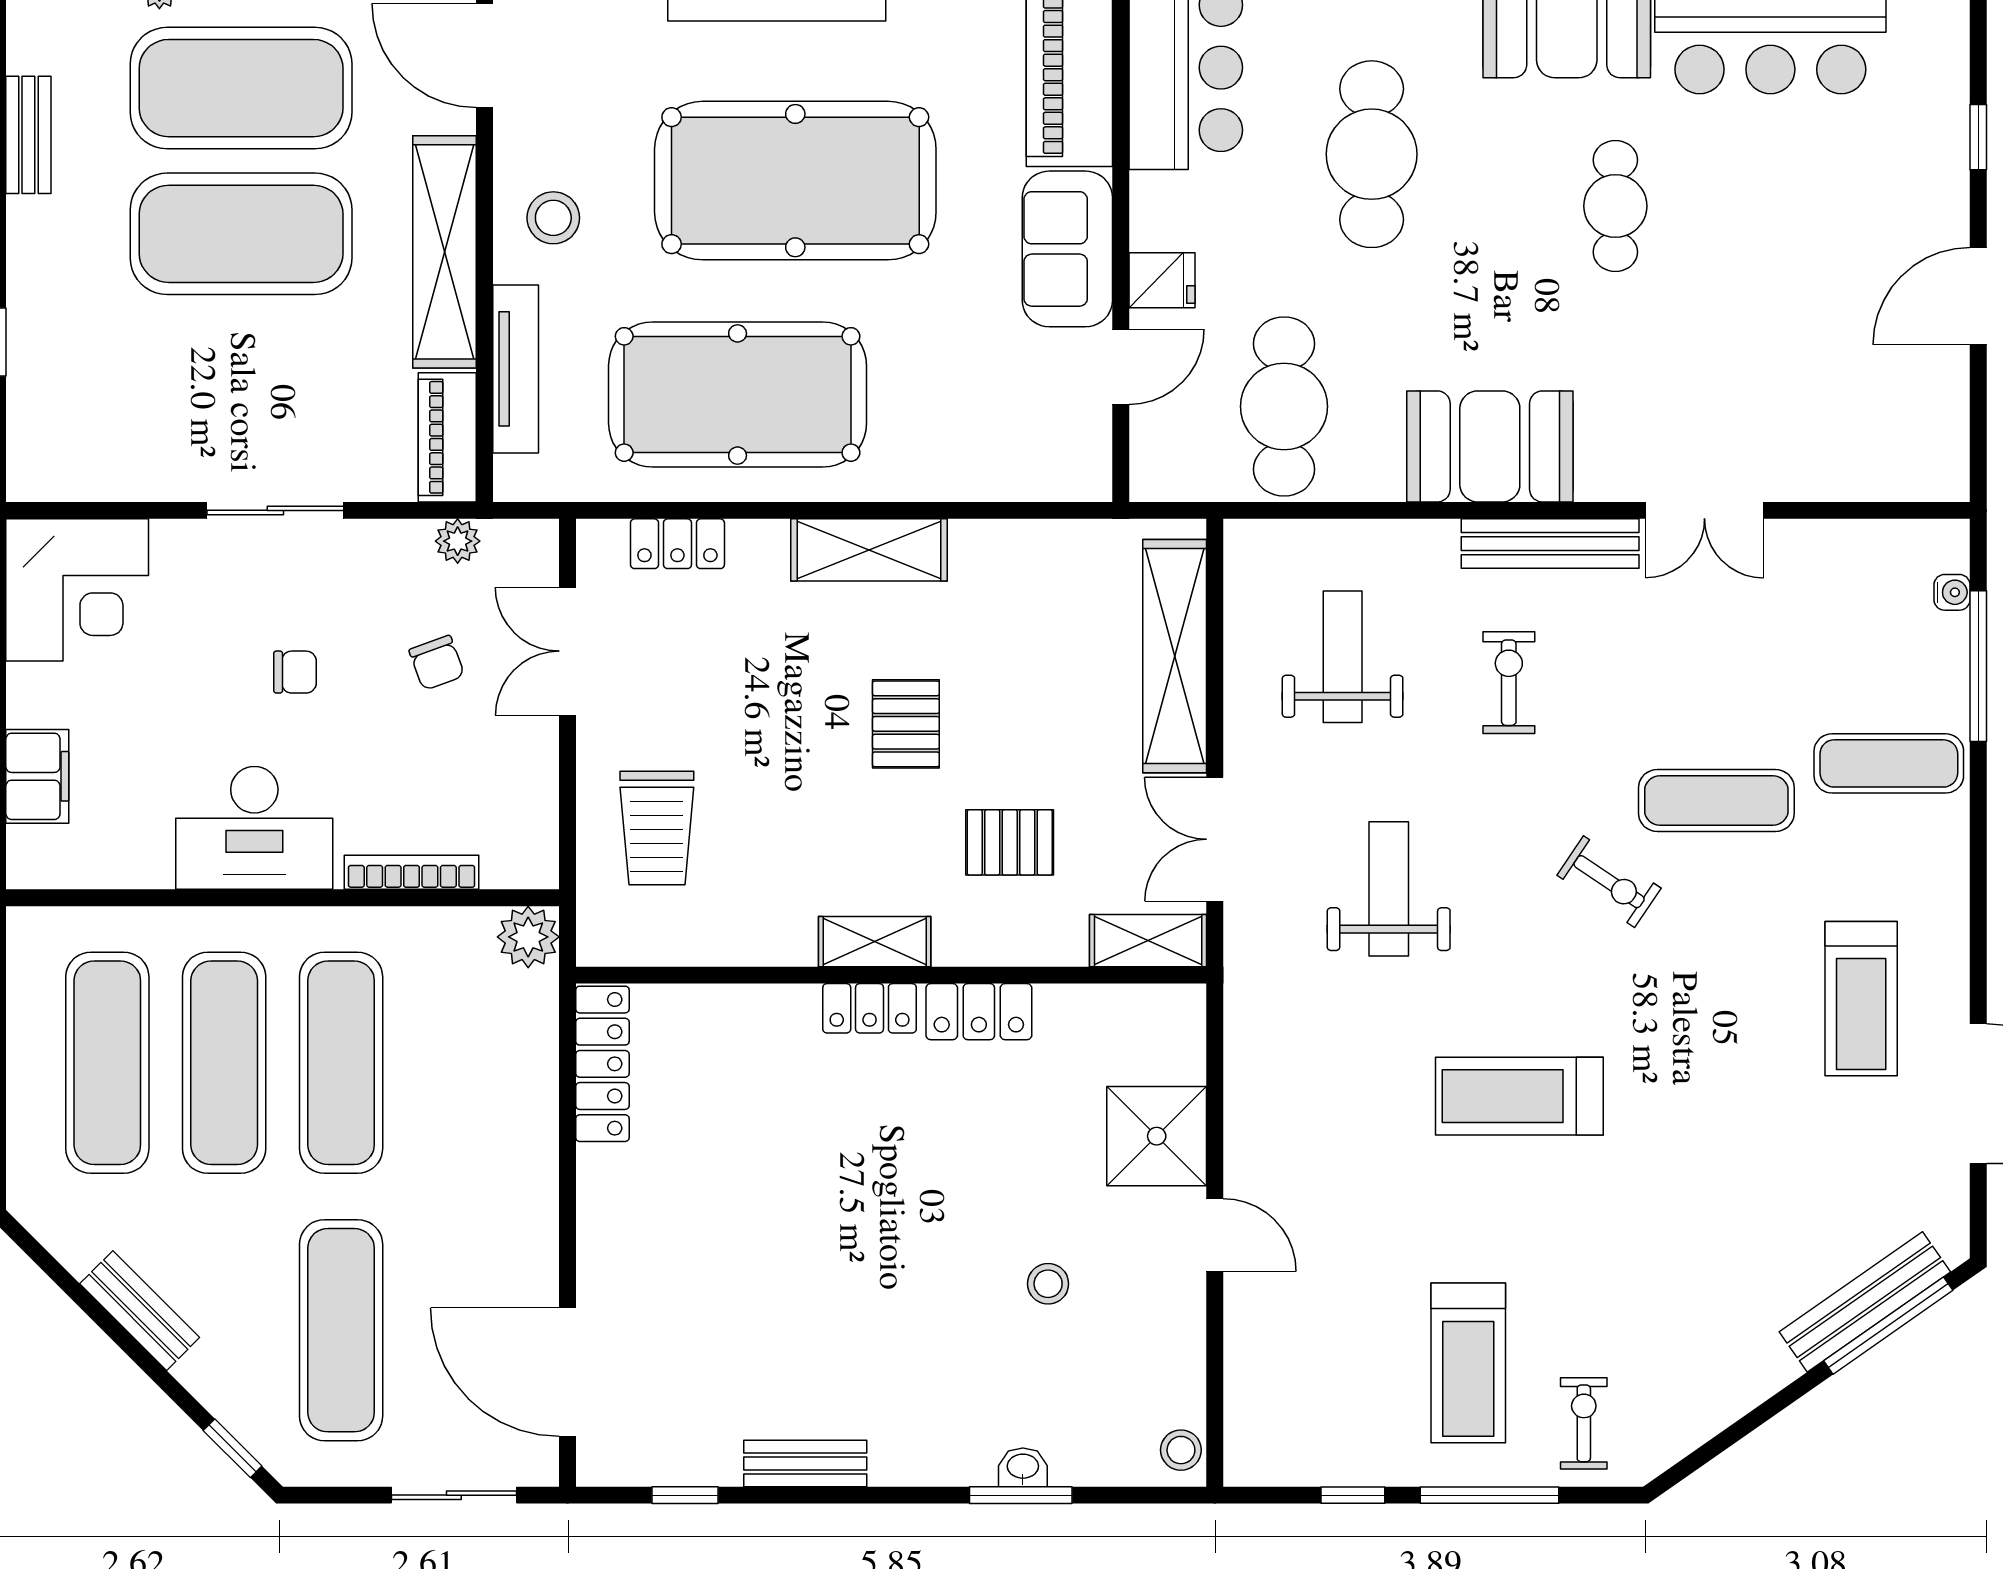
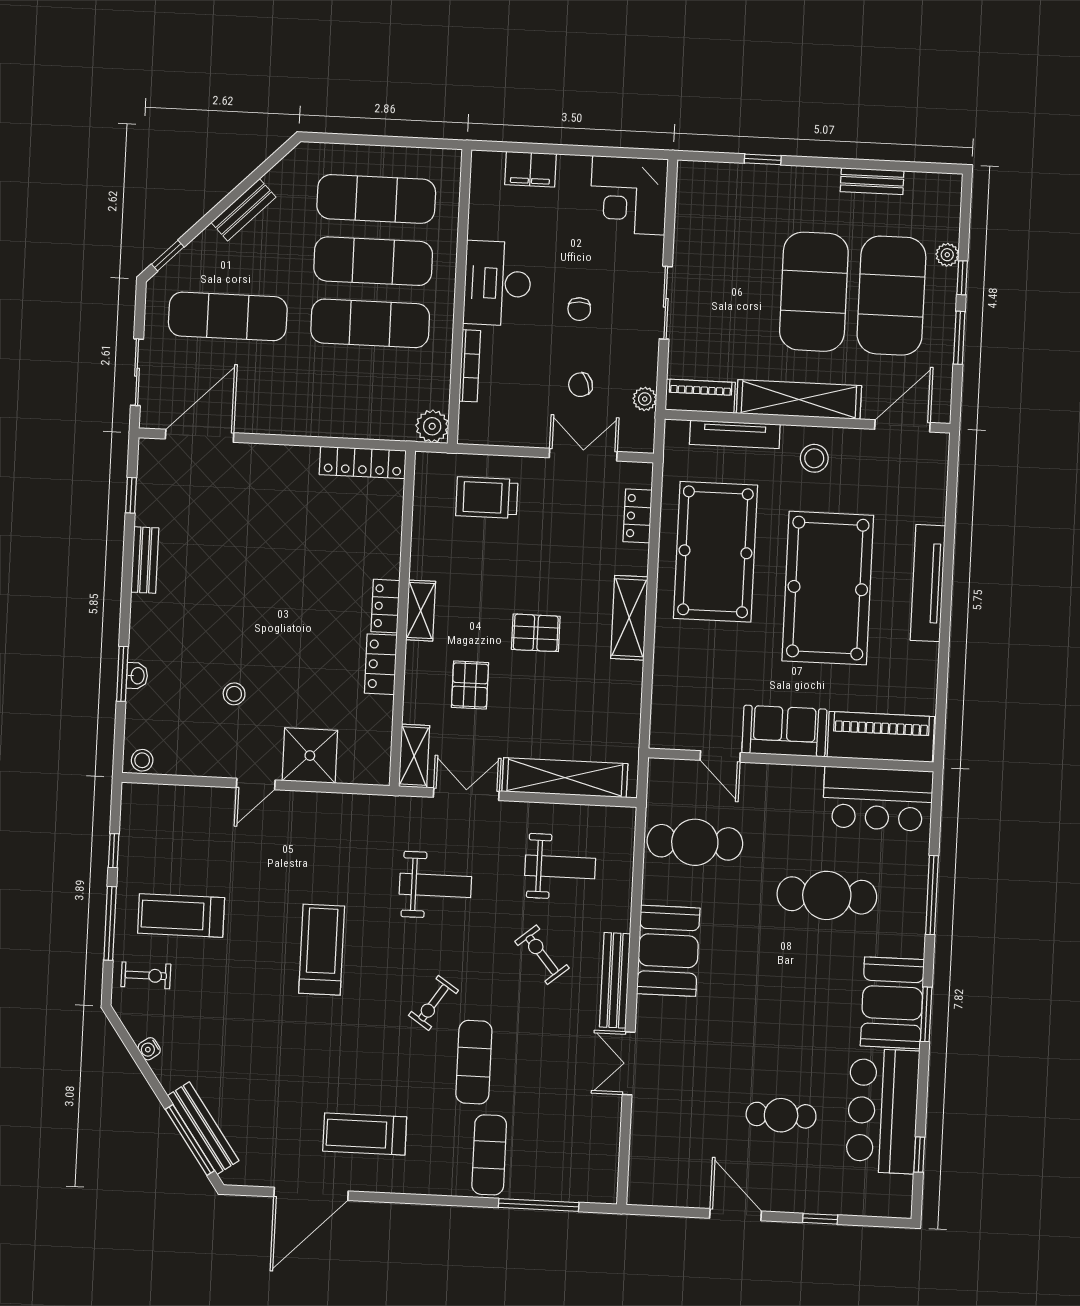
cafe table: (1615, 206) -> (781, 1115), moved
fridge: (1162, 280) -> (765, 781), removed
water cooler: (1952, 592) -> (149, 1049), moved, turned 55
exercise bike: (1509, 683) -> (542, 955), turned -130

